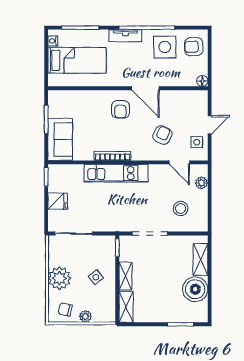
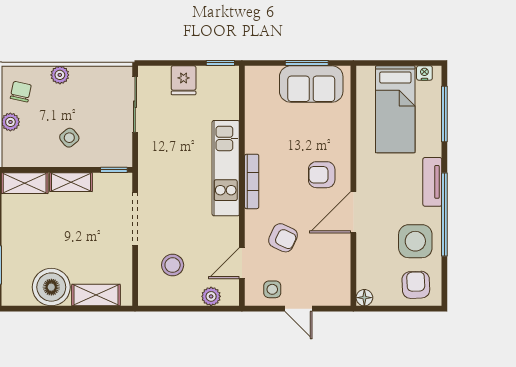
sofa: (60, 139) -> (311, 84), moved
bookcase: (112, 156) -> (252, 181), moved
plant: (59, 278) -> (60, 75), width x0.53, depth x0.53

